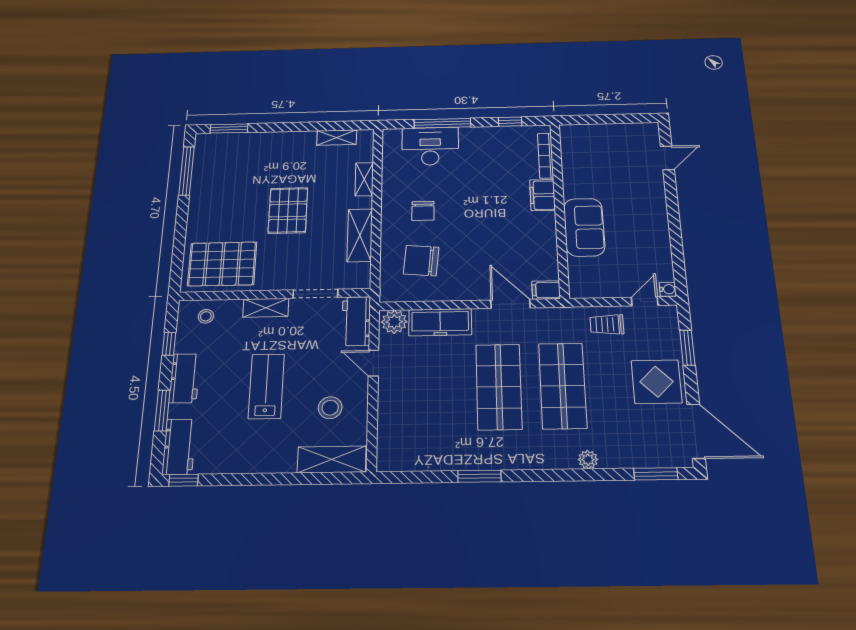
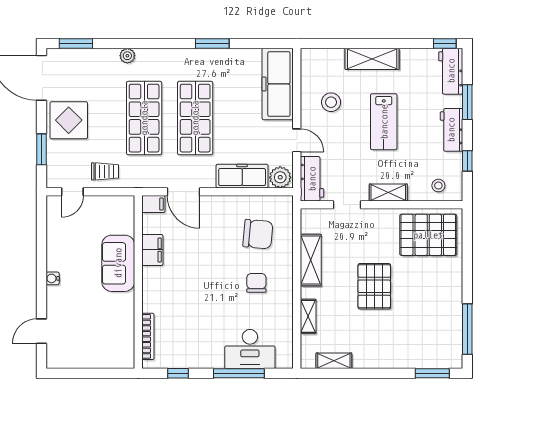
filing cabinet: (543, 195) -> (152, 250), moved
water cooler: (668, 289) -> (53, 278), moved
doorway: (315, 294) -> (347, 205), width x0.73
freezer: (396, 428) -> (278, 84), added
shelving: (332, 459) -> (372, 59), moved

